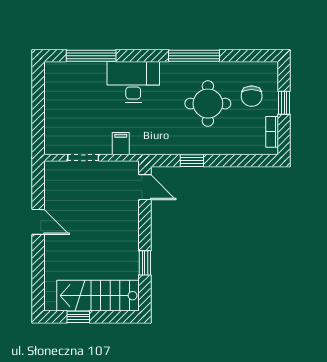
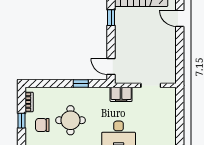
chair: (252, 96) -> (42, 125), turned -90
filing cabinet: (121, 144) -> (121, 94), width x2.00
door: (38, 222) -> (180, 18), moved

